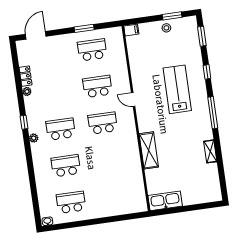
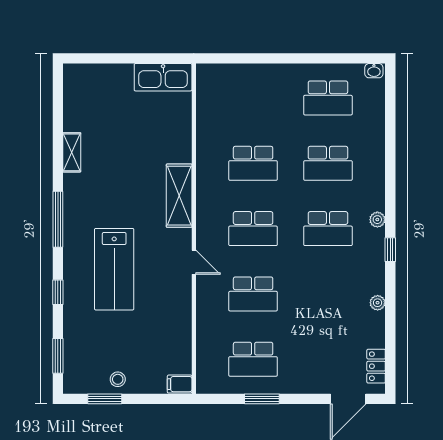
locker: (26, 76) -> (376, 366), moved
shelving: (149, 150) -> (179, 196), moved
school desk: (108, 160) -> (253, 163), added

